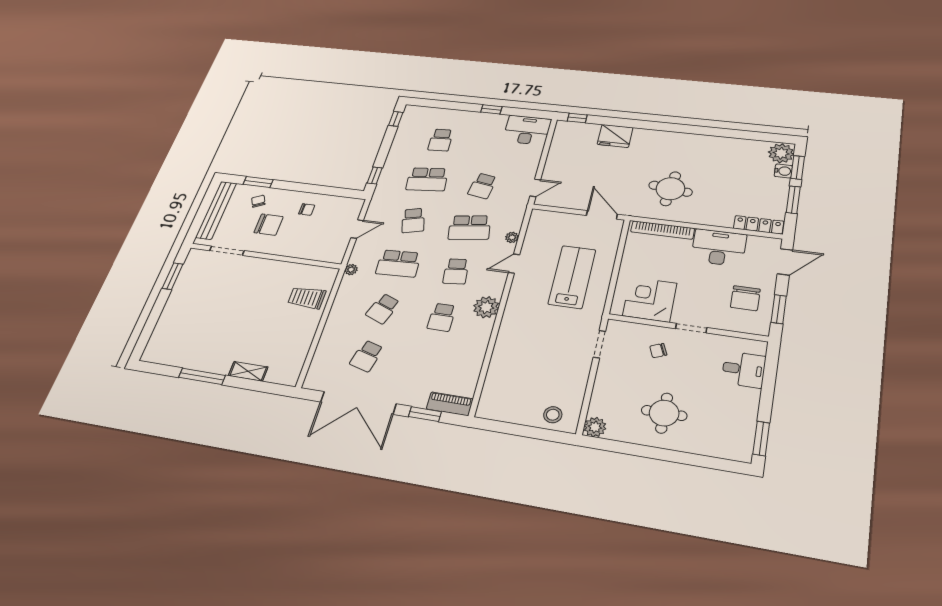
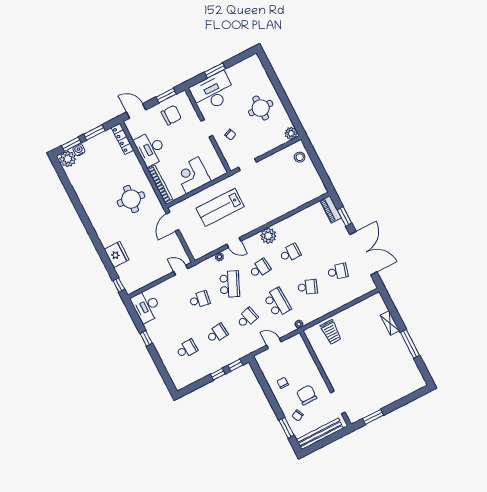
window: (396, 119) -> (218, 374), moved
school desk: (427, 179) -> (217, 334), width x0.54
school desk: (470, 228) -> (230, 284), turned 33
corner desk: (650, 299) -> (192, 175), moved, turned 90
desk: (744, 369) -> (213, 92), width x1.87, depth x1.30
window: (761, 438) -> (215, 70), moved

